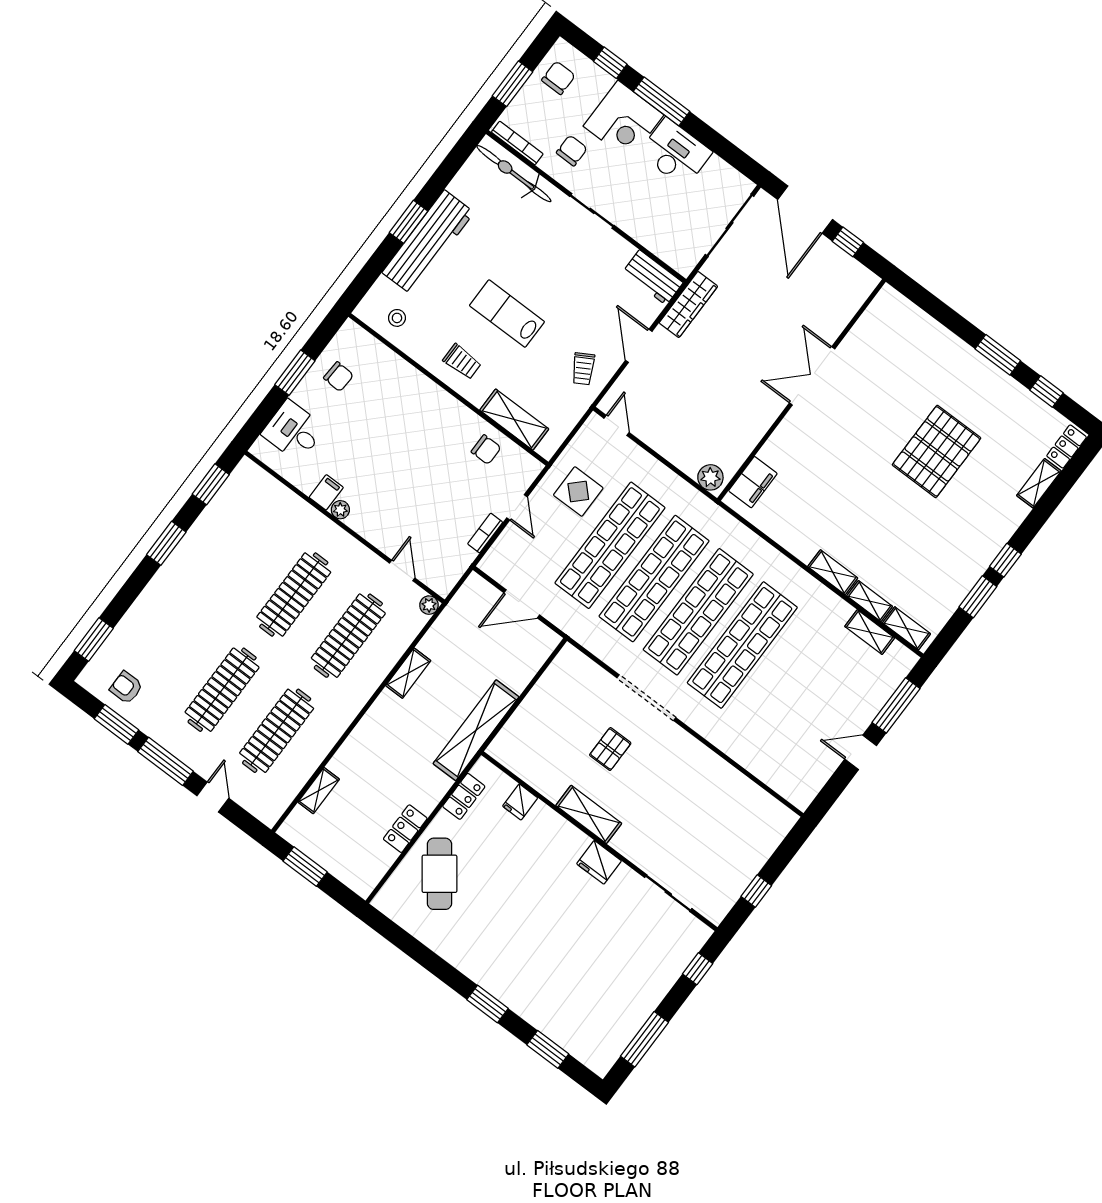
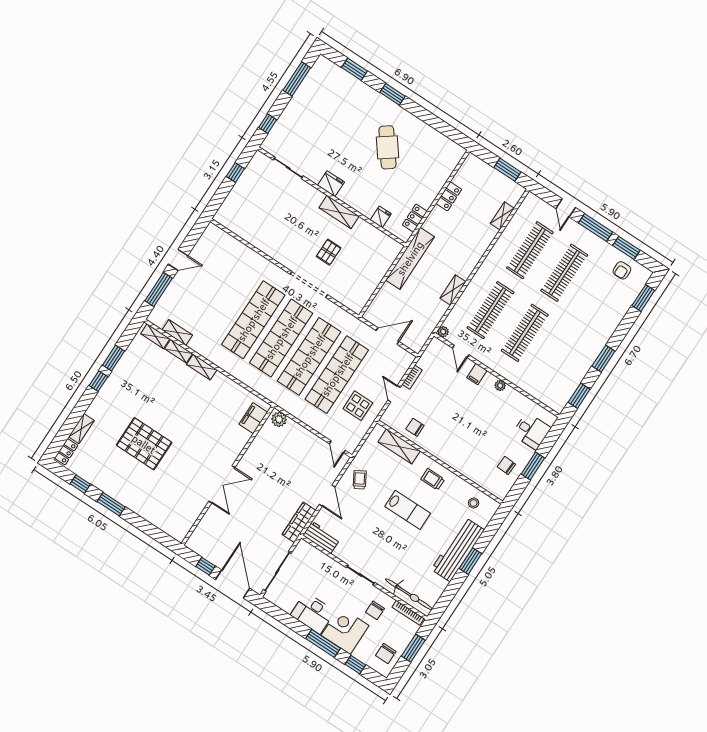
pallet: (937, 451) -> (144, 444), turned 90
filing cabinet: (326, 492) -> (477, 374), moved
armchair: (126, 687) -> (622, 270), turned 90
cafe table: (439, 874) -> (387, 147), moved

